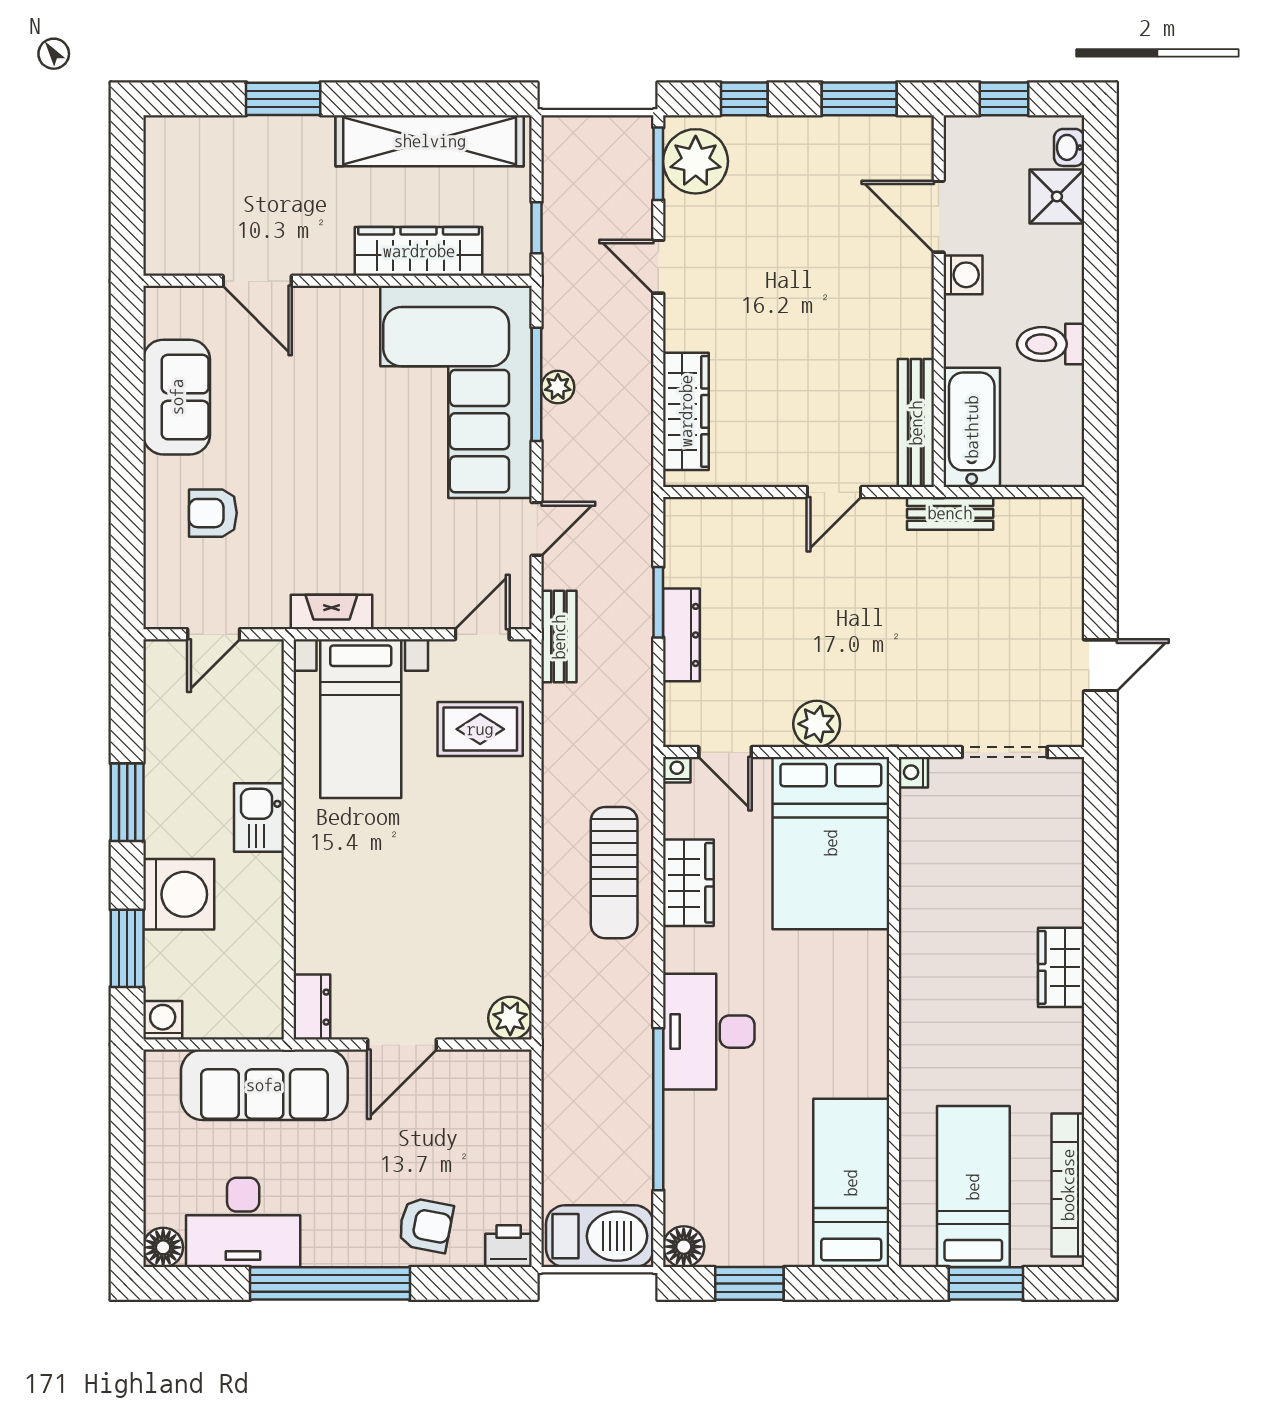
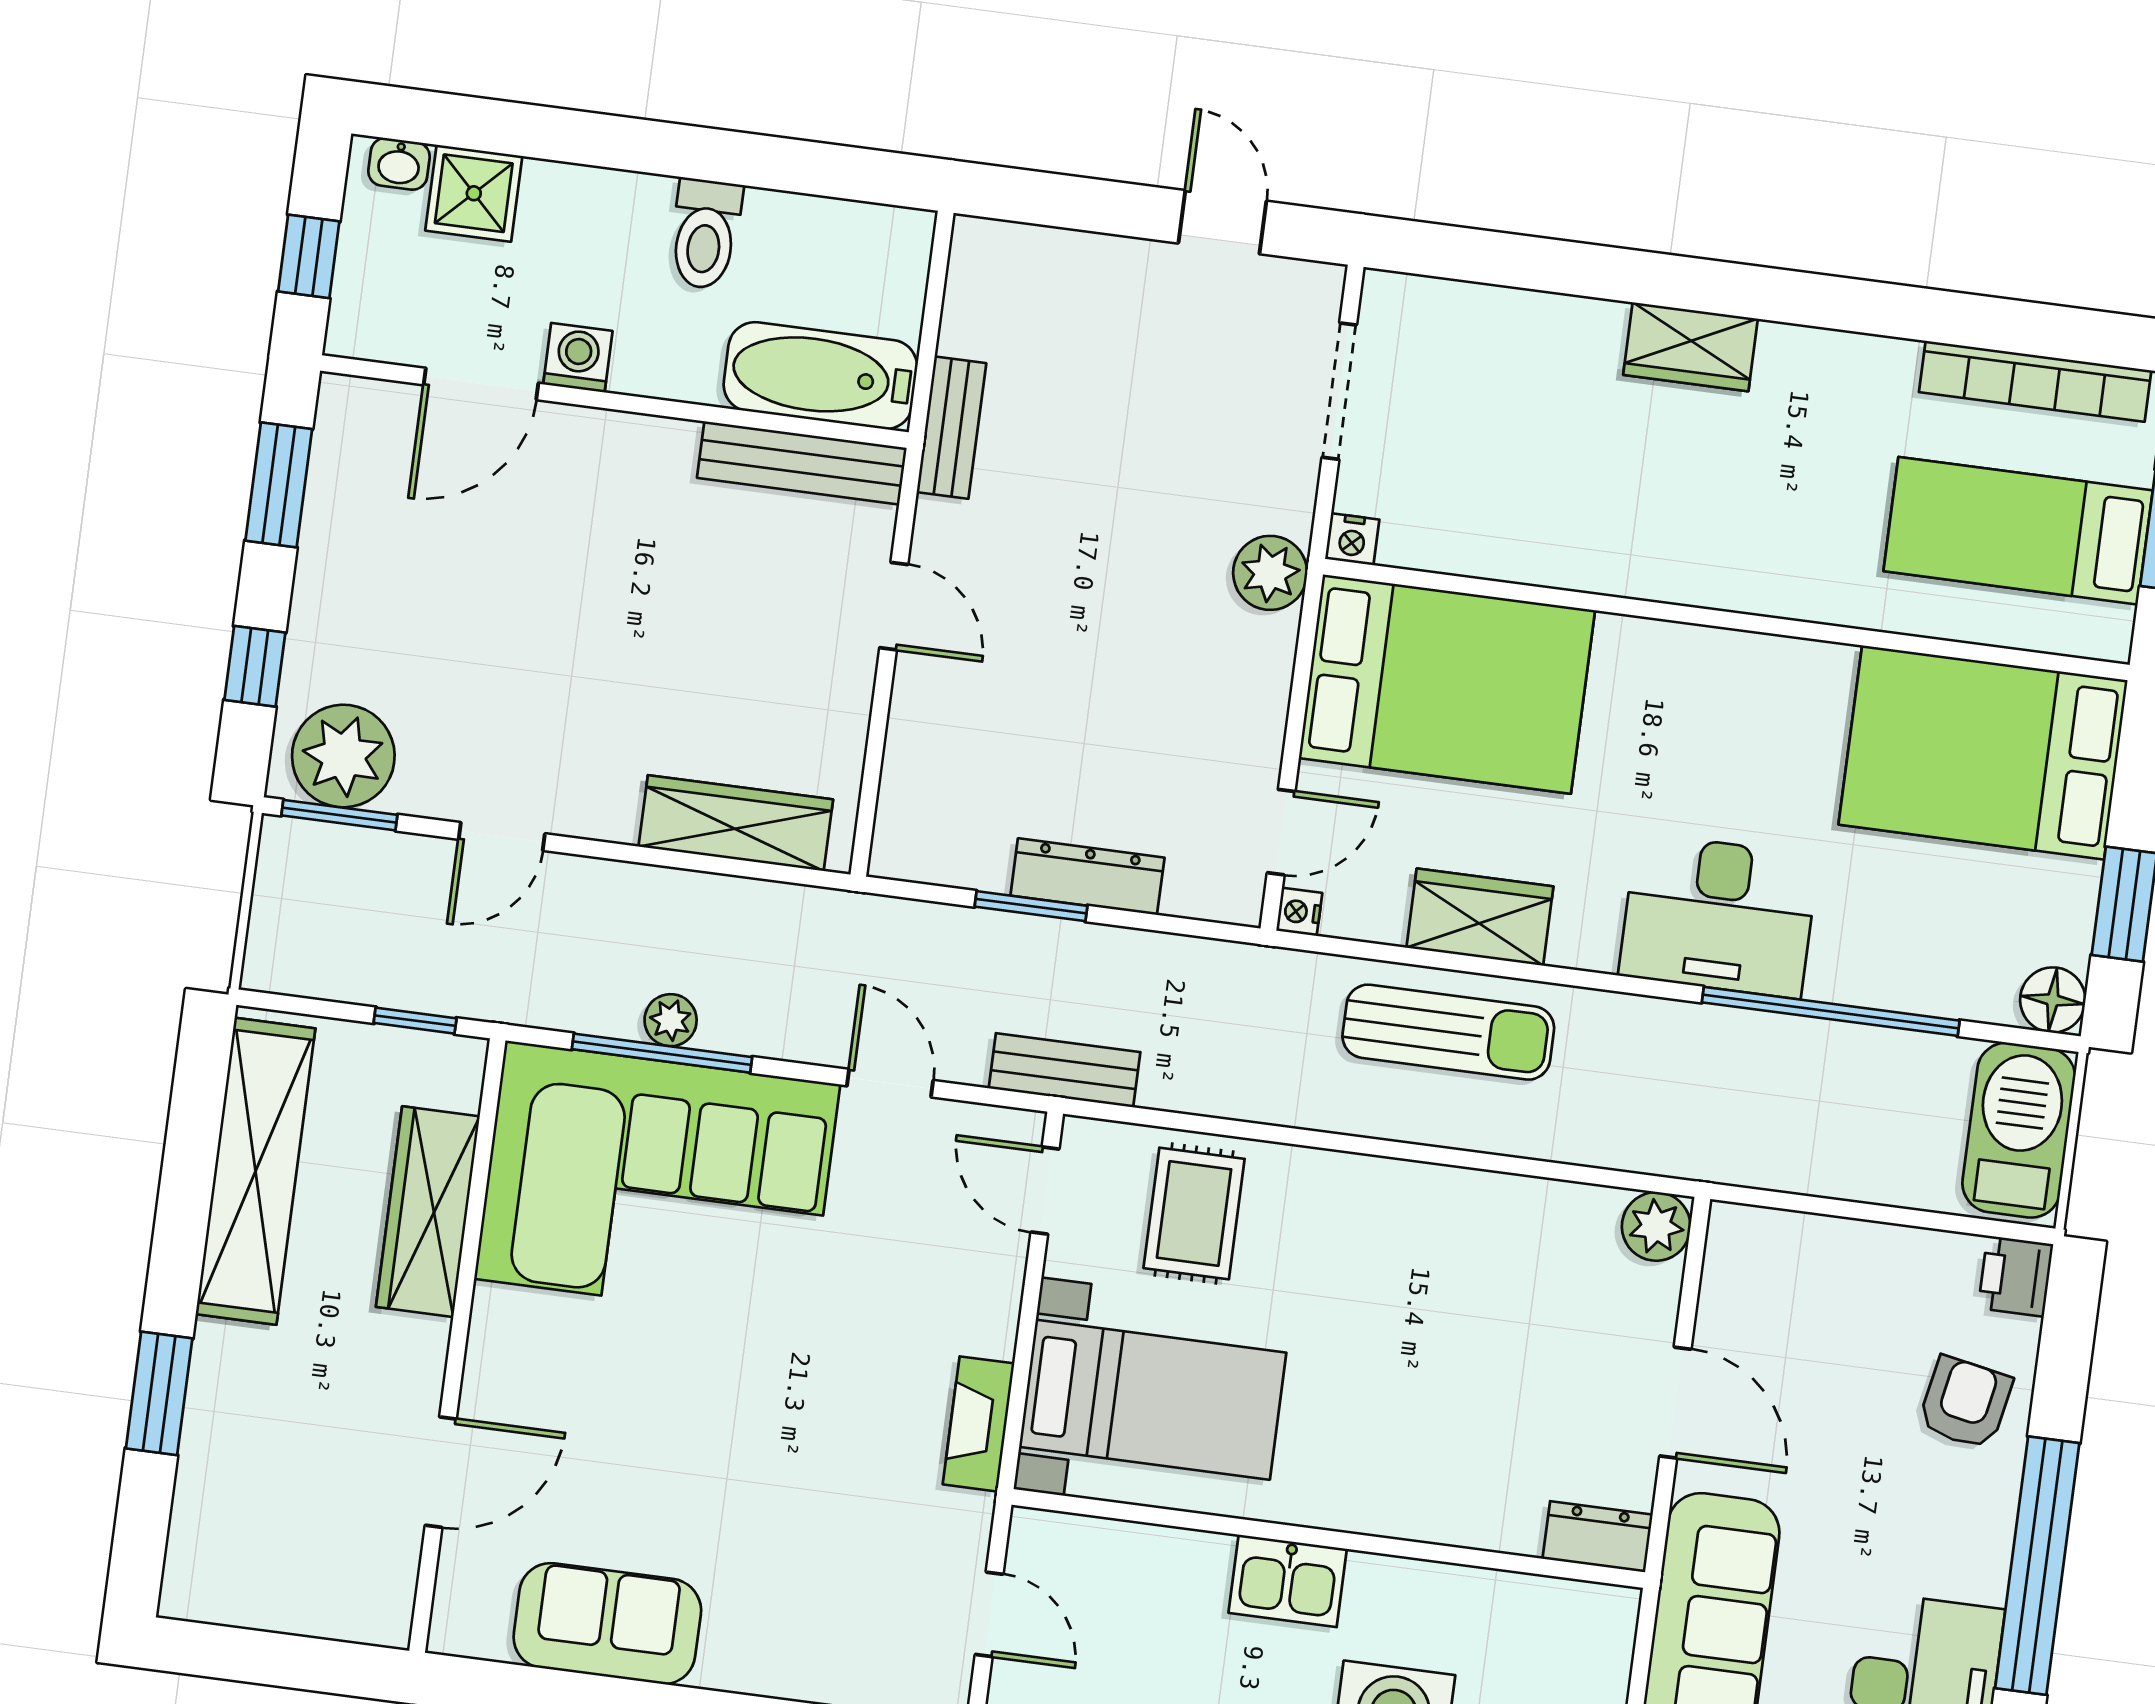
armchair: (213, 513) -> (798, 1590), removed
plant: (817, 724) -> (1270, 573), moved
bed: (851, 1183) -> (1983, 752), width x1.50

